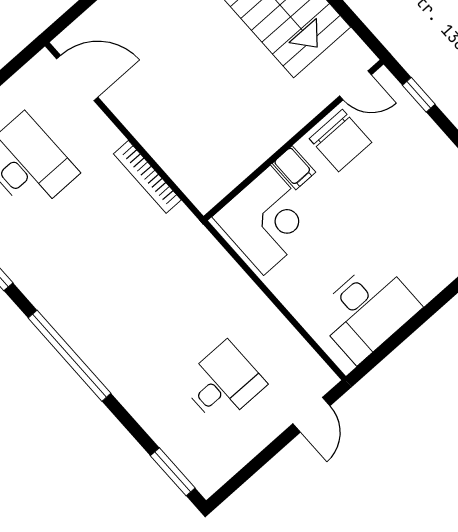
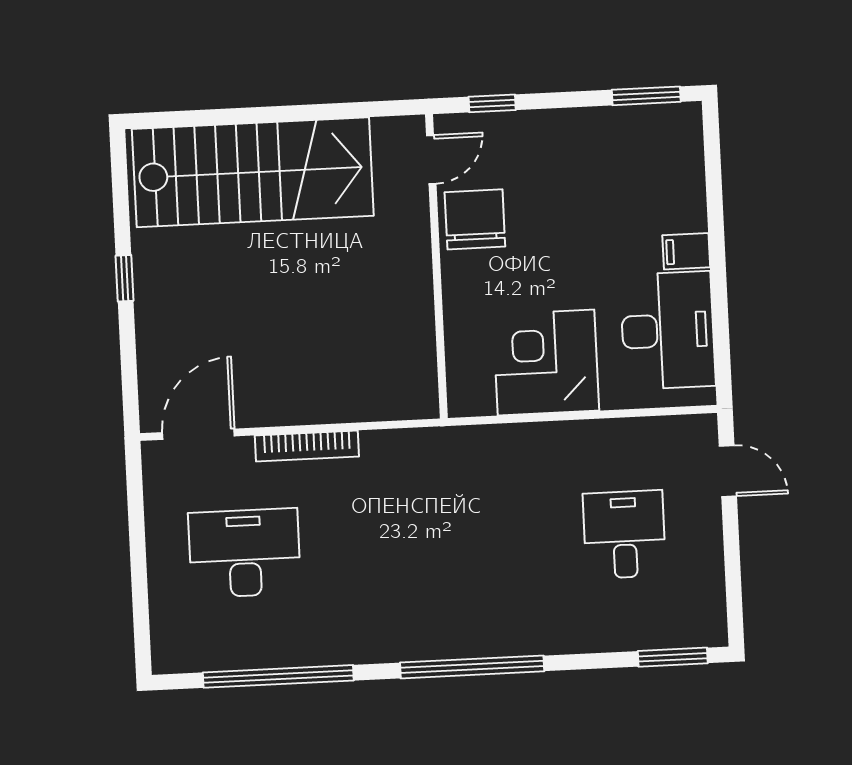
chair: (341, 141) -> (475, 219), turned -90
filing cabinet: (294, 168) -> (686, 251), moved, turned 180
bookcase: (147, 177) -> (307, 446), moved
corner desk: (267, 220) -> (546, 363), moved, turned -90

